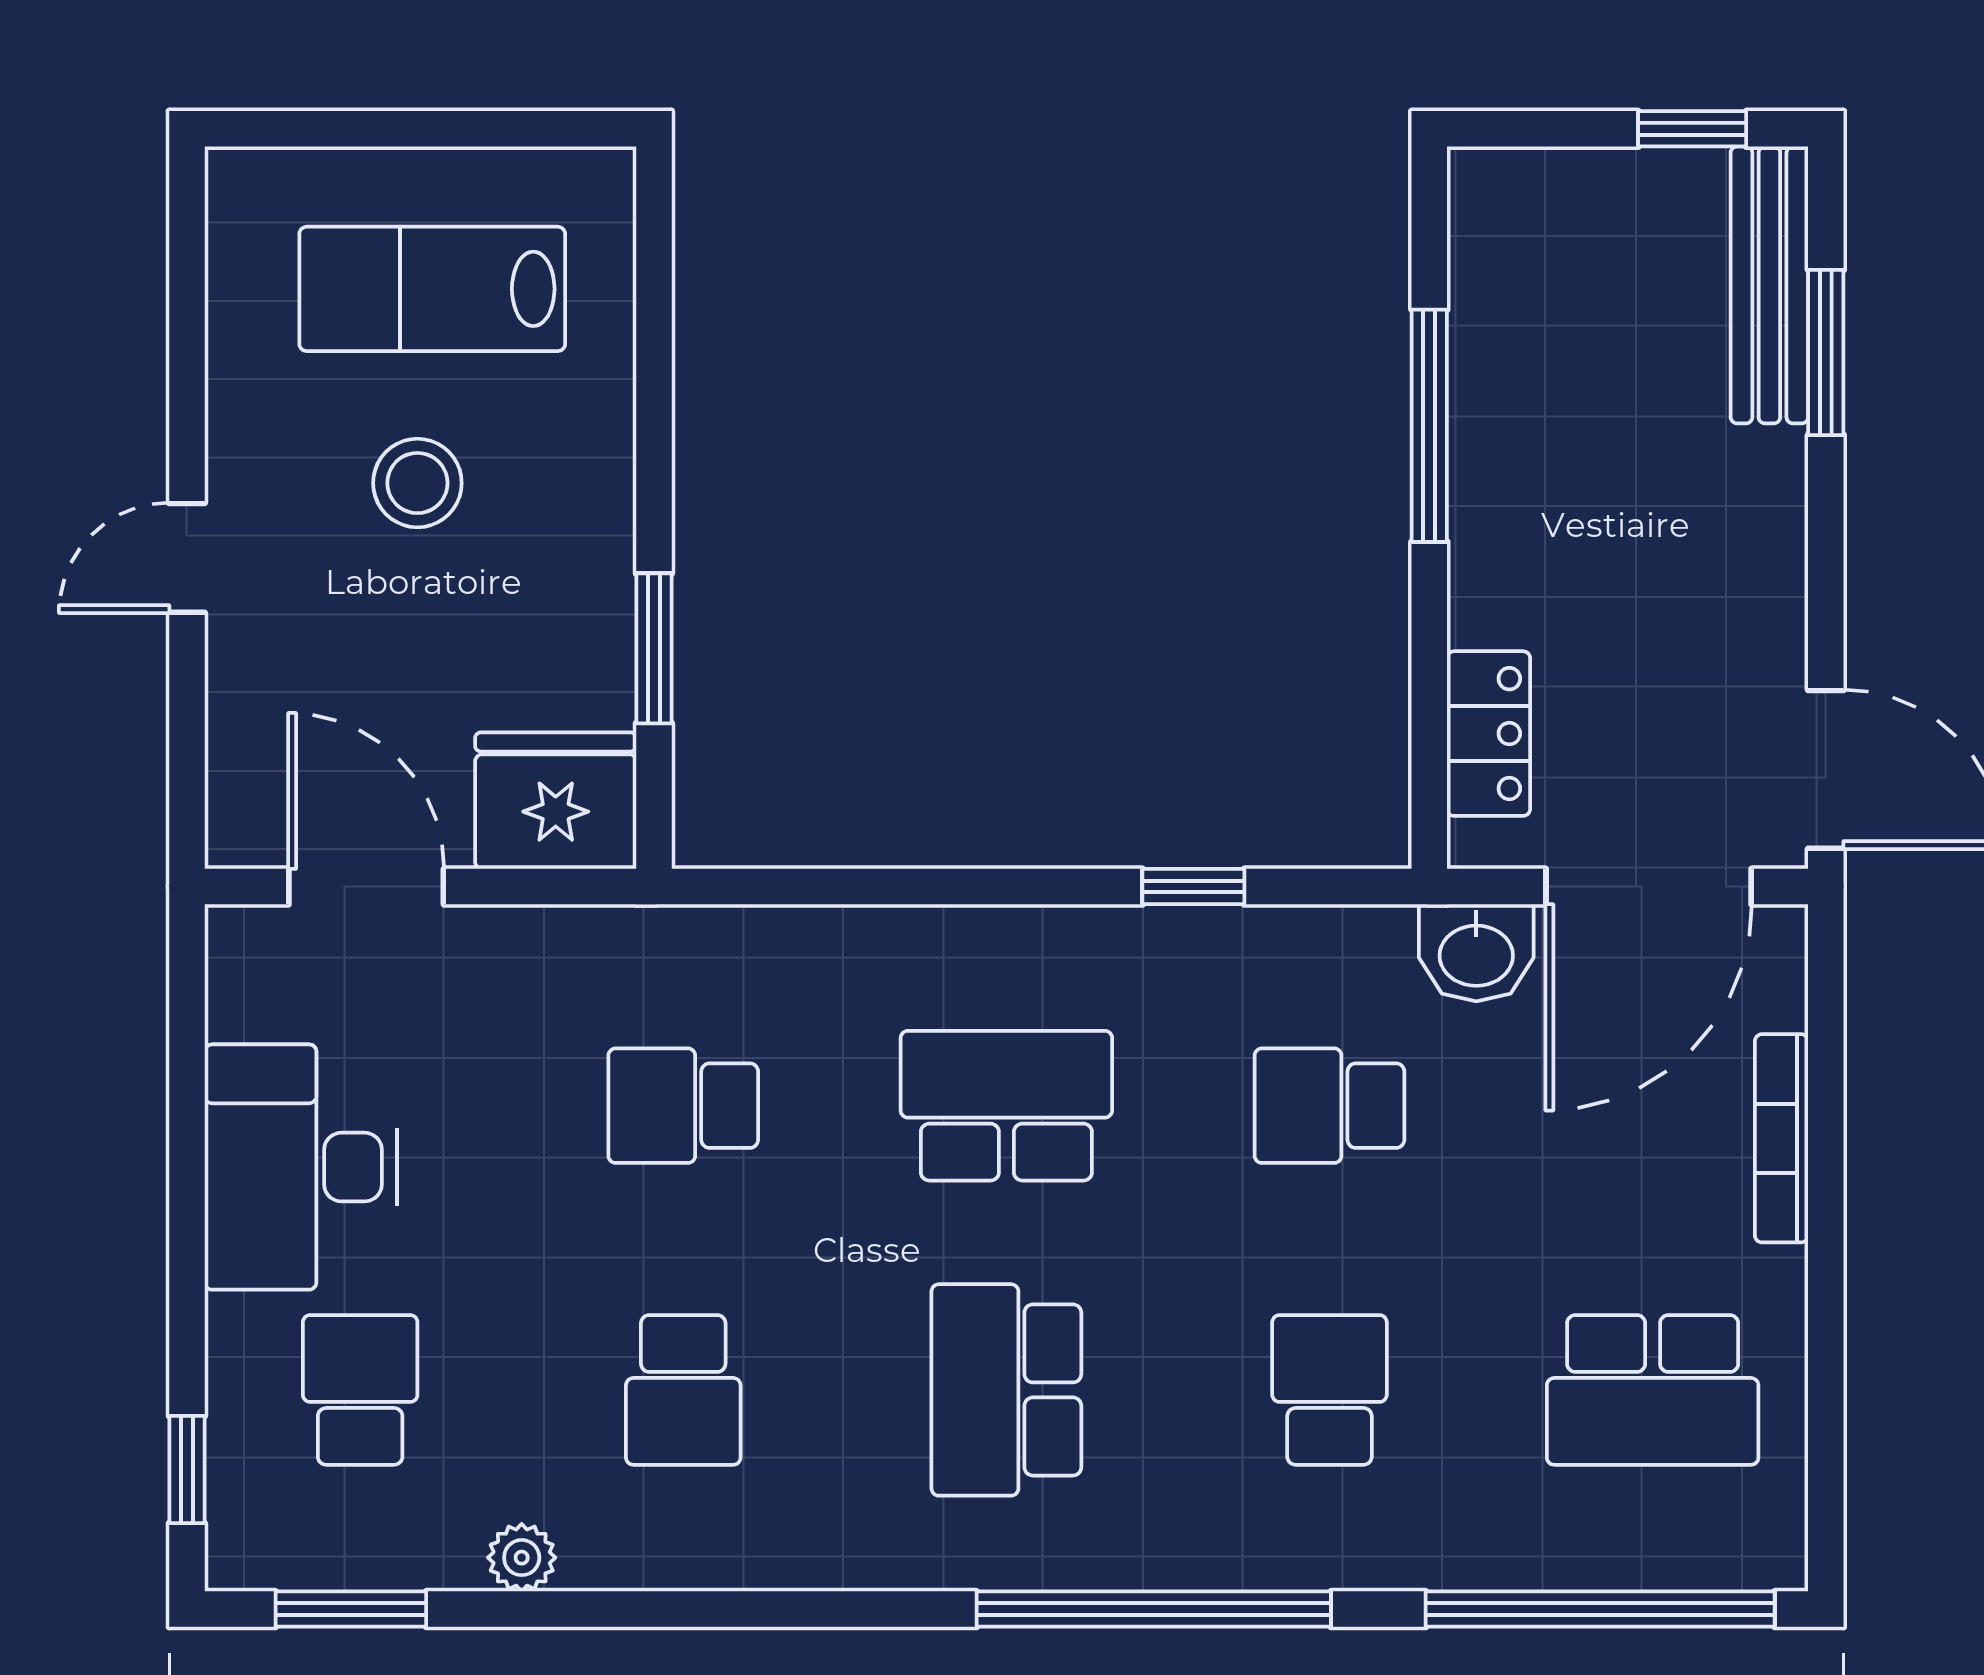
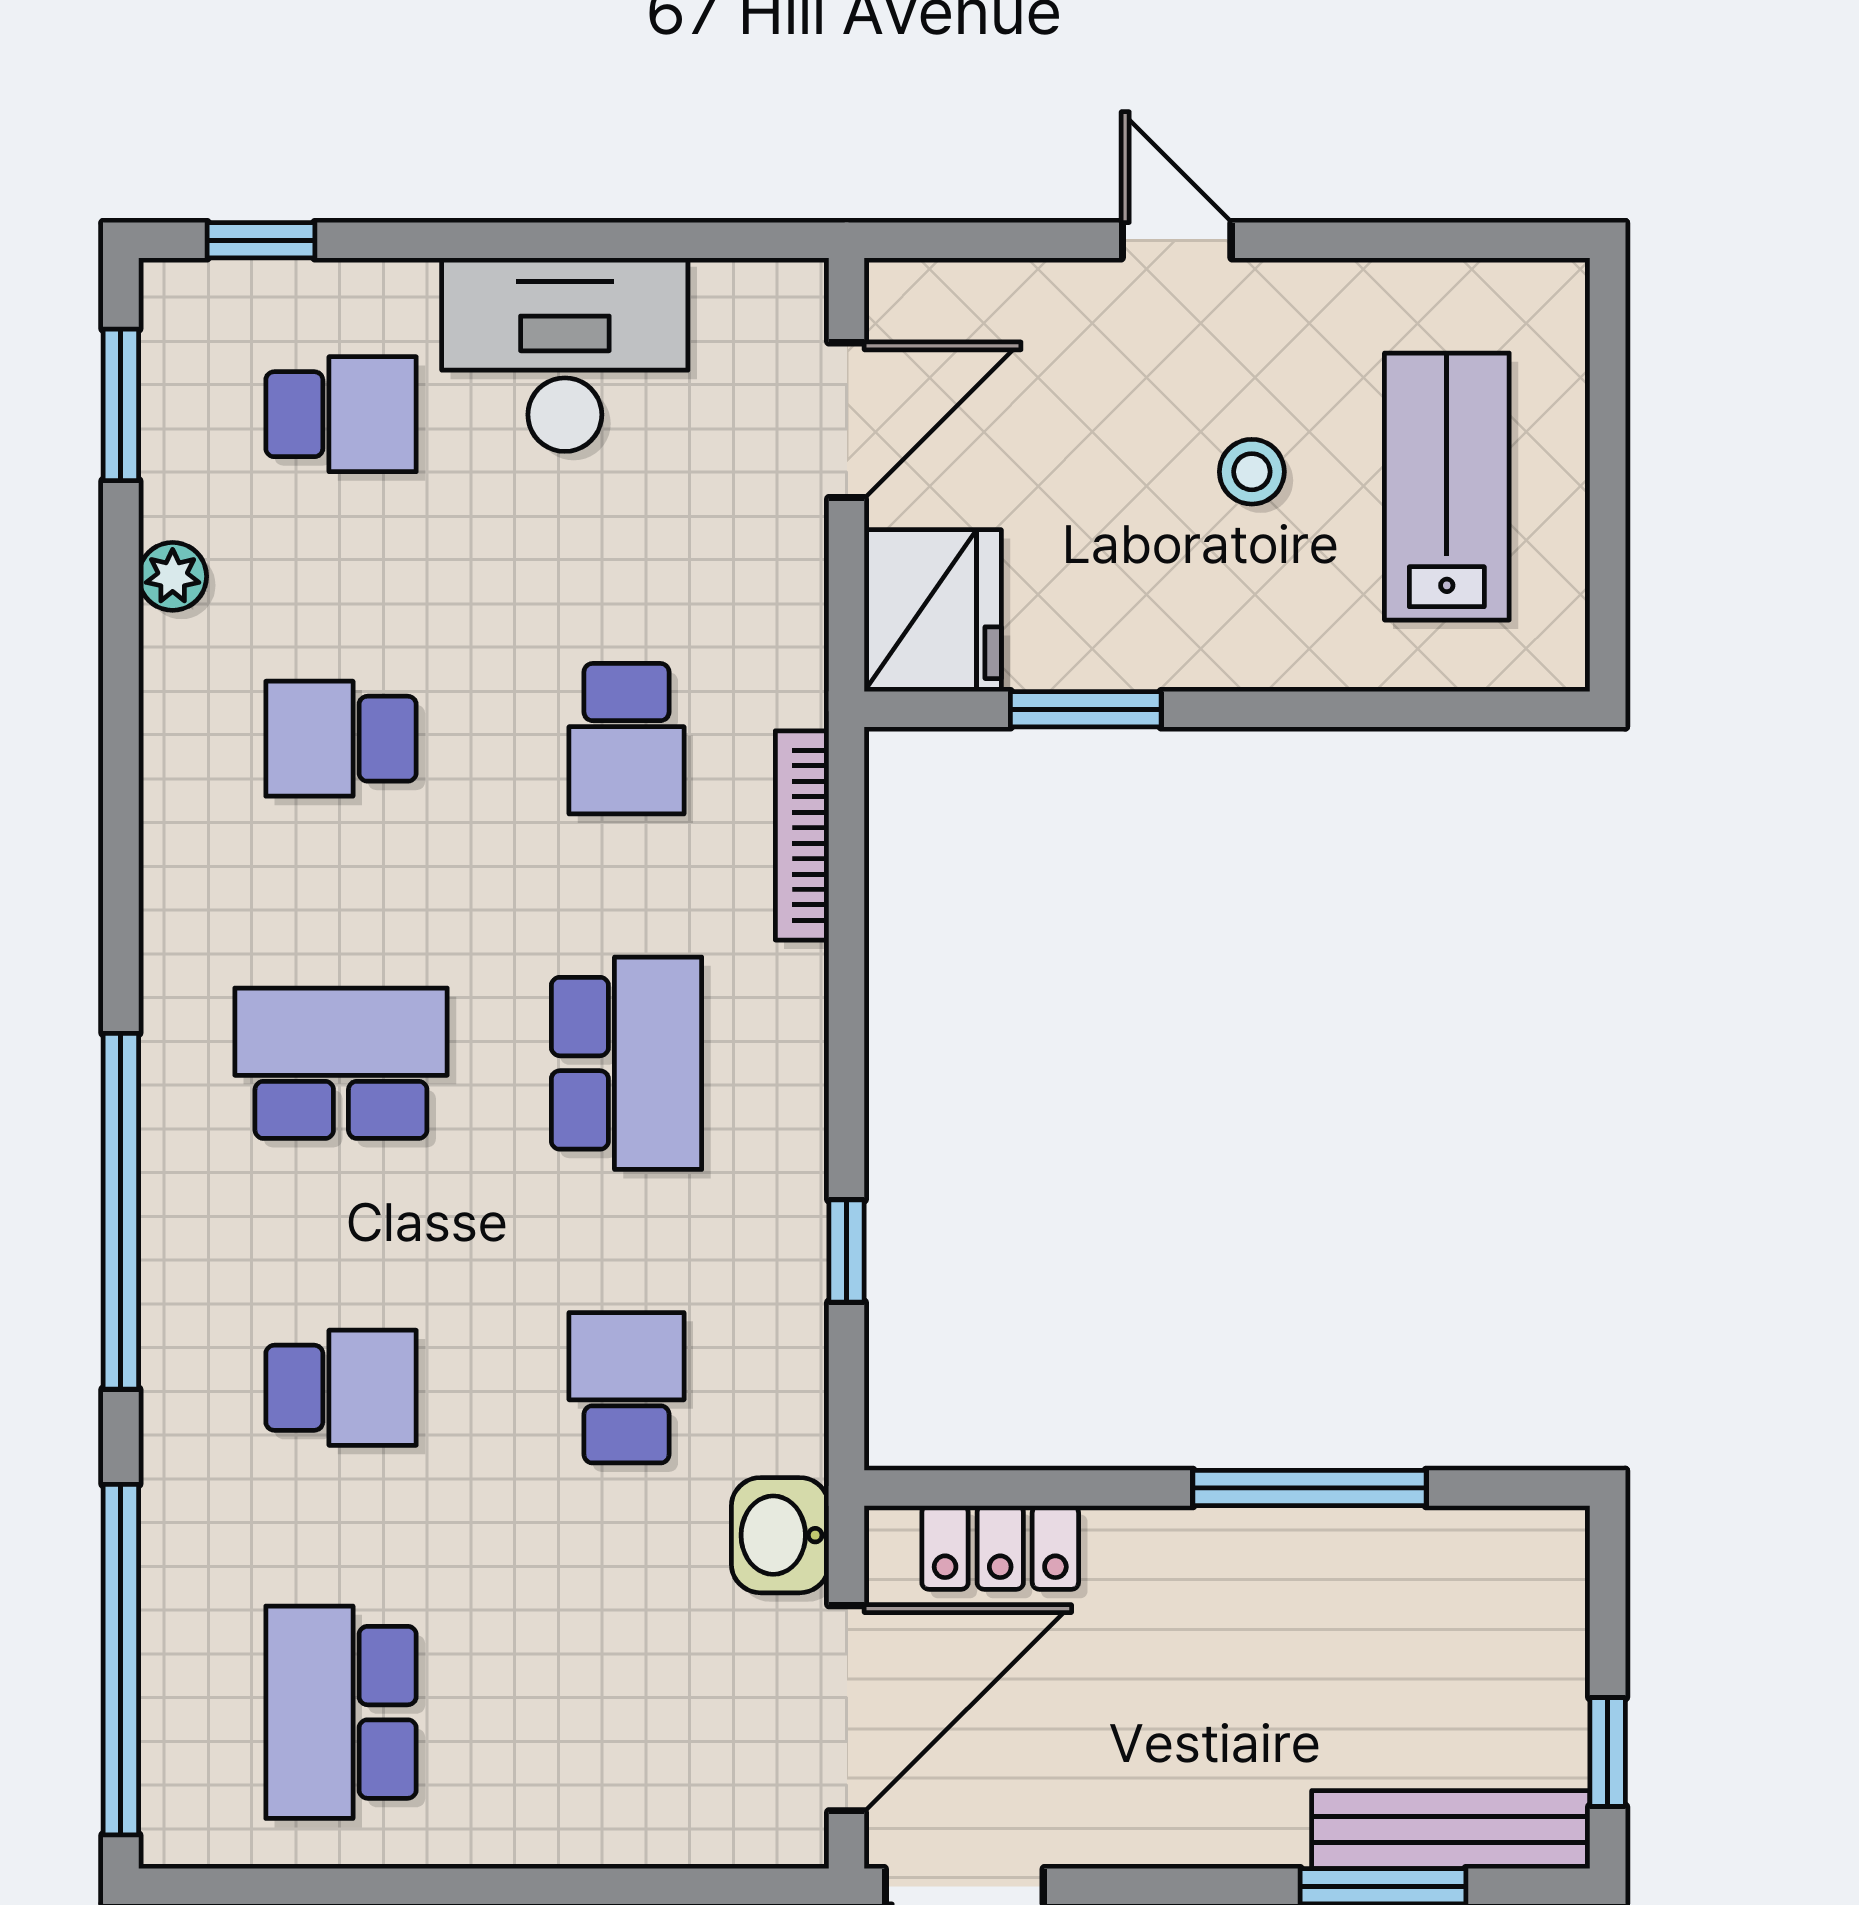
stool: (417, 483) -> (1252, 472), width x0.73, depth x0.73
door: (1649, 887) -> (847, 1708), swing flipped
school desk: (683, 1106) -> (626, 739), turned 180
bookcase: (1781, 1138) -> (802, 835), moved, turned -90

